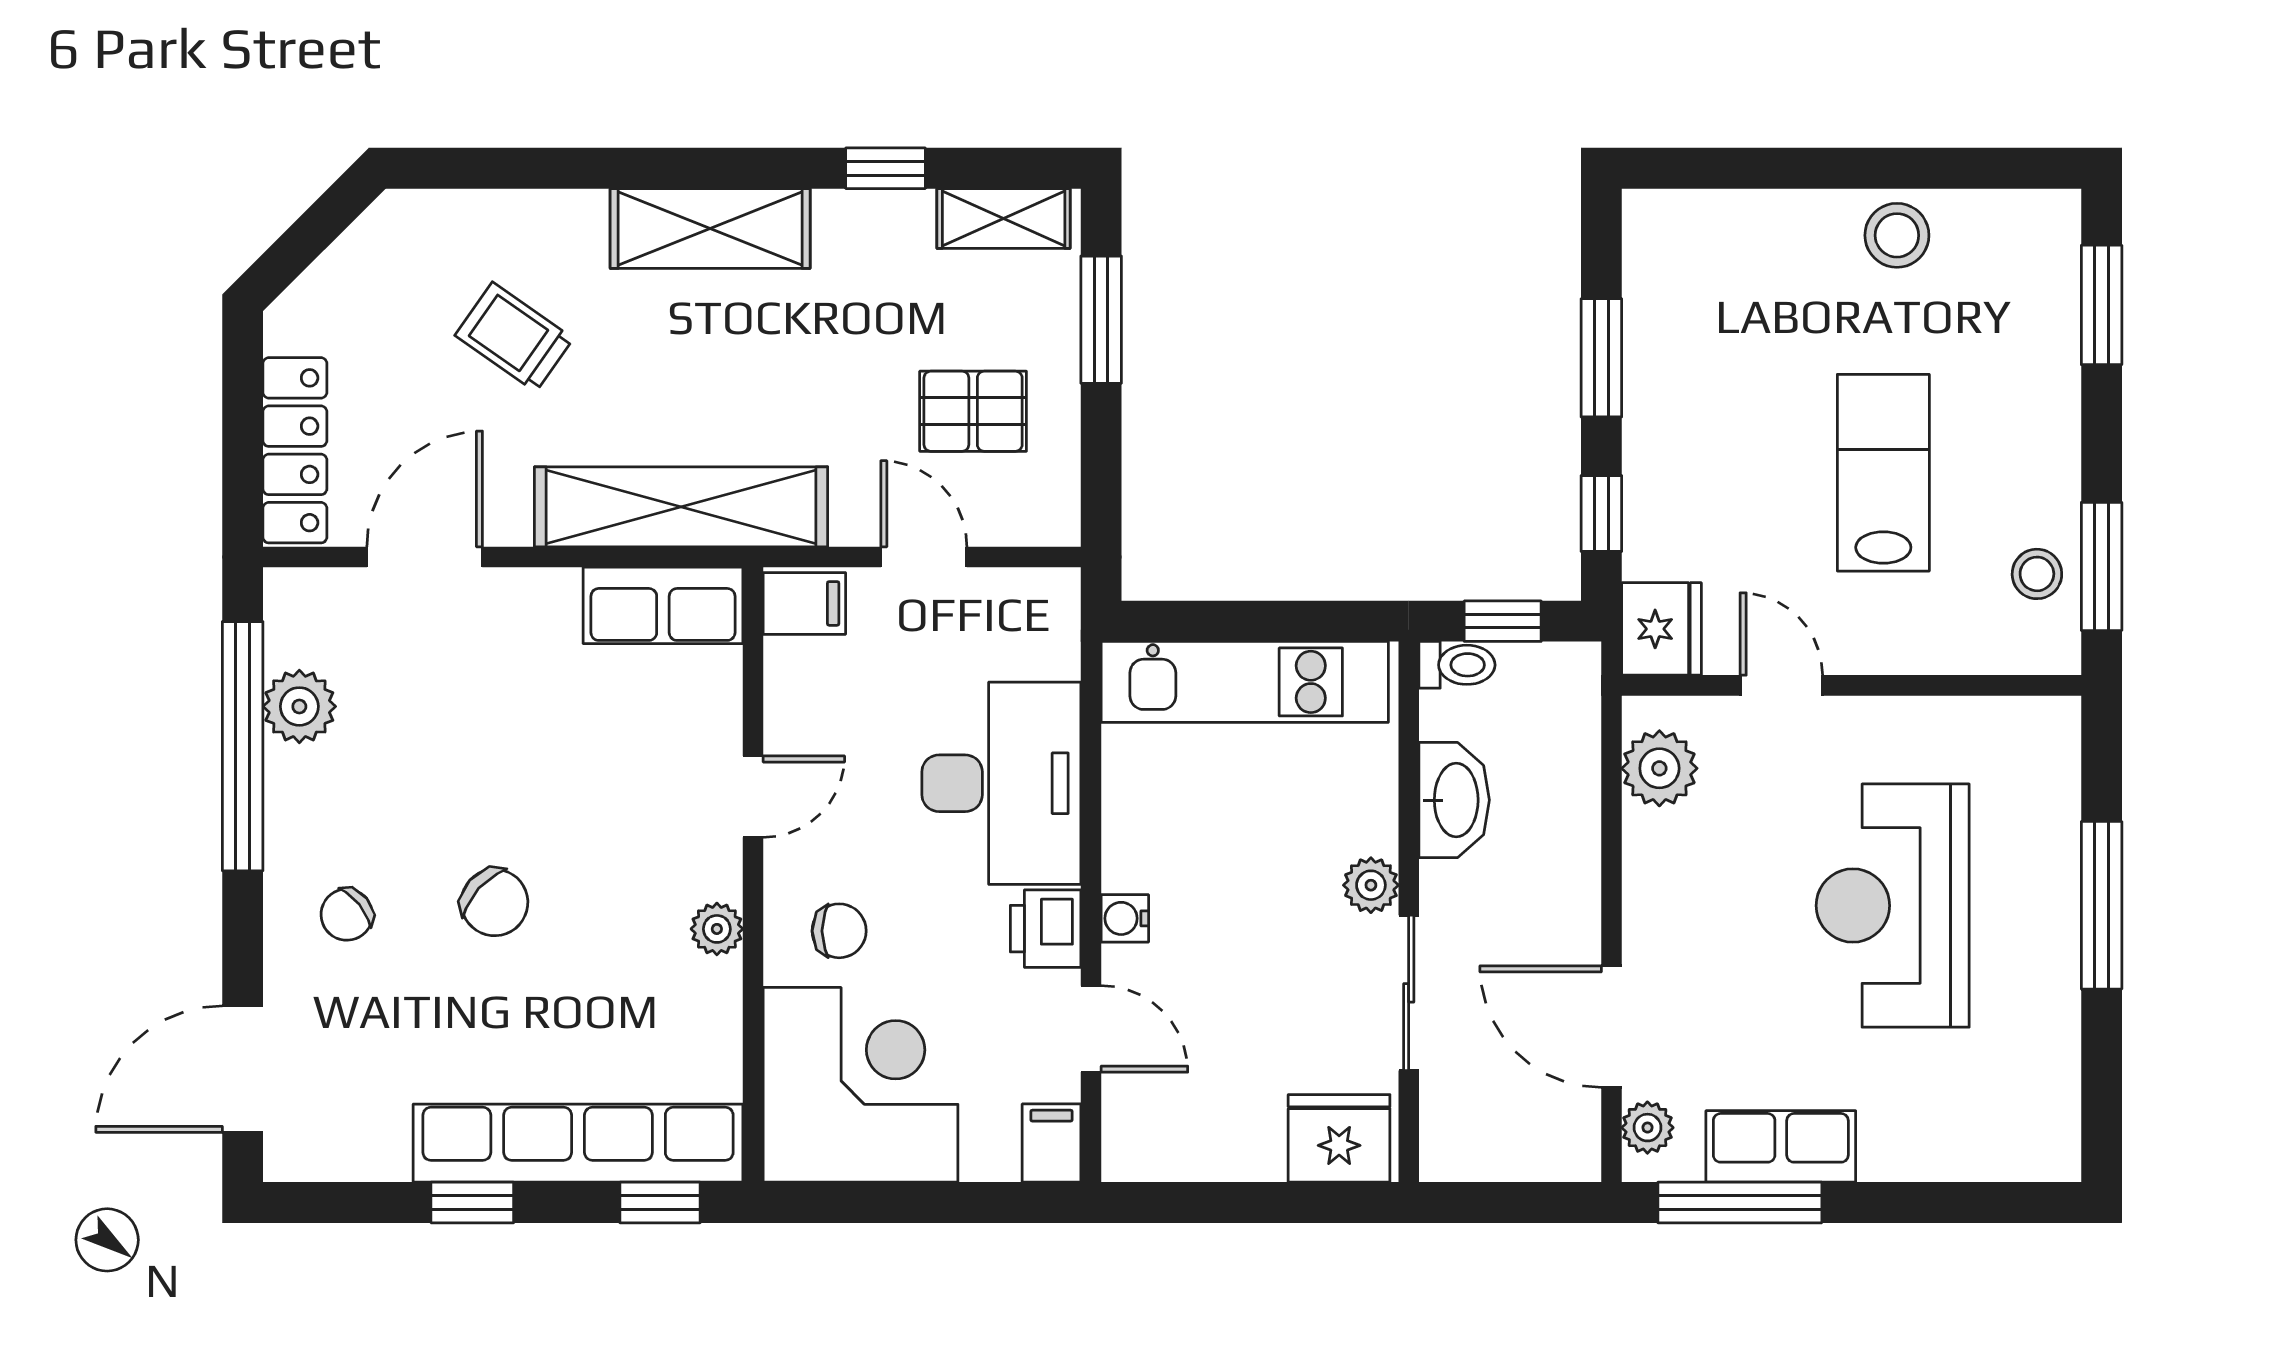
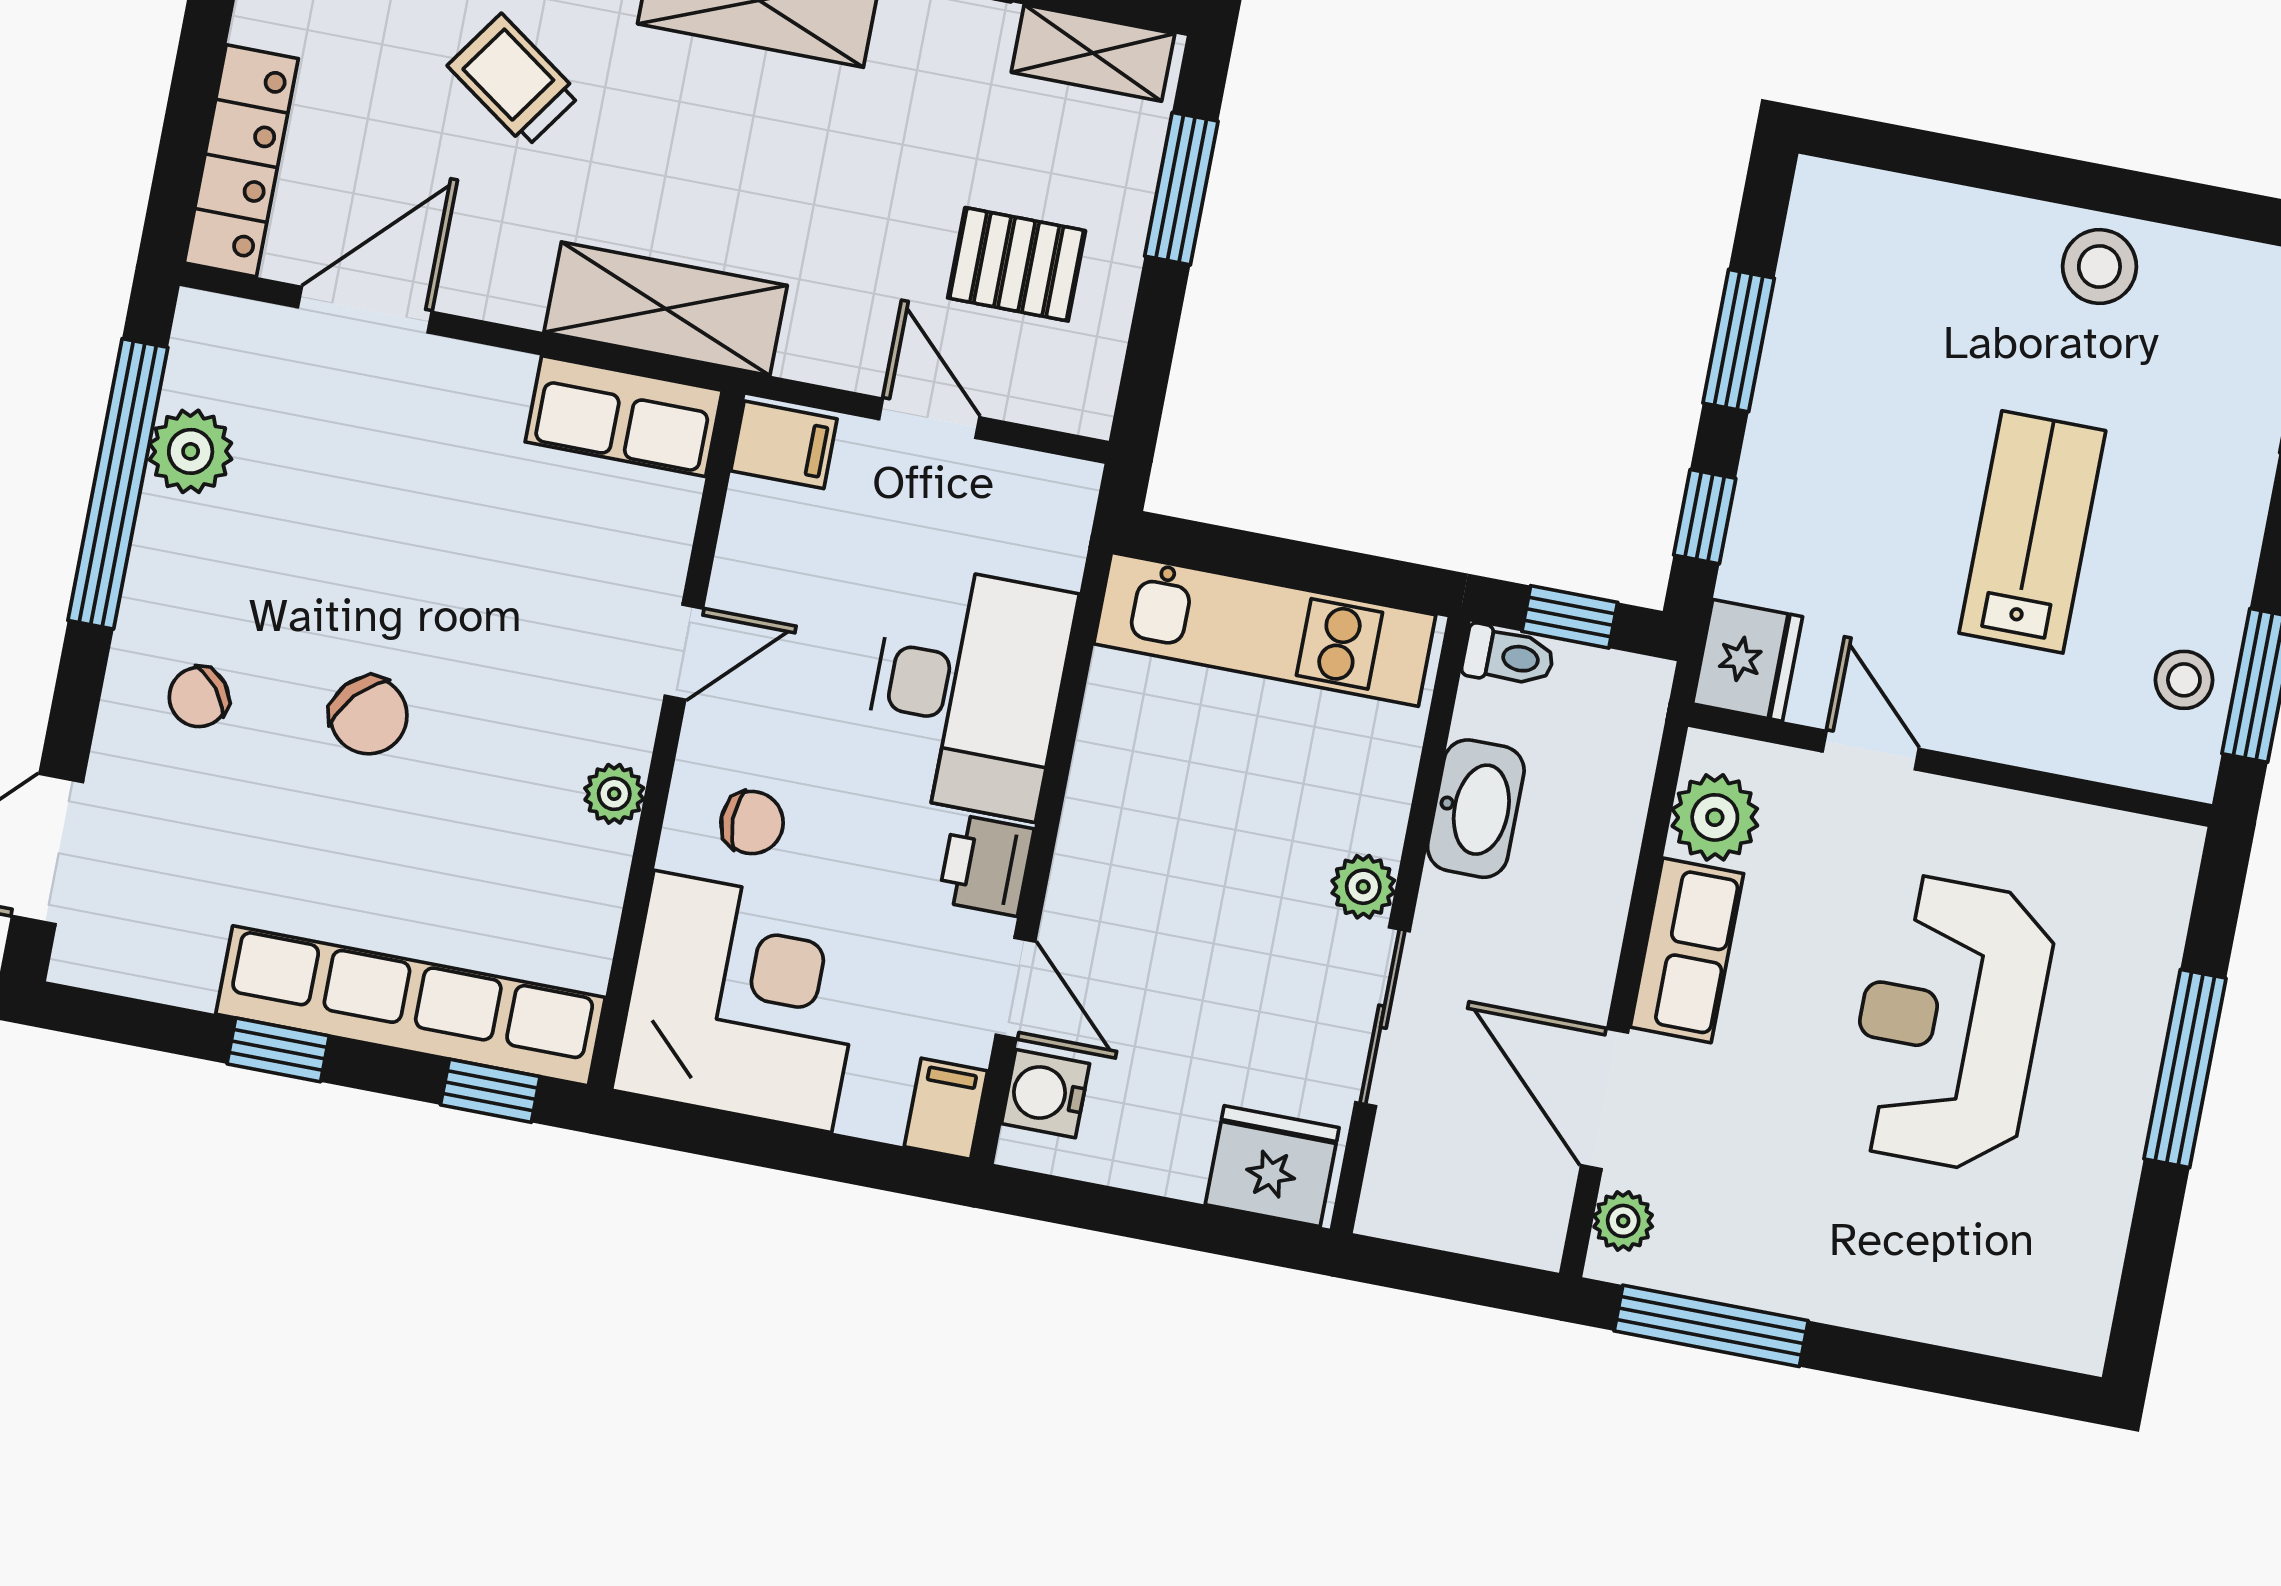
shelving: (681, 507) -> (666, 309), width x0.68
water cooler: (1125, 918) -> (1045, 1094), moved, width x1.38, depth x1.38
row of seats: (1781, 1146) -> (1687, 950), moved, turned 90

